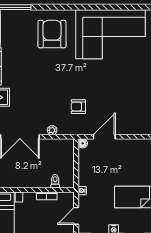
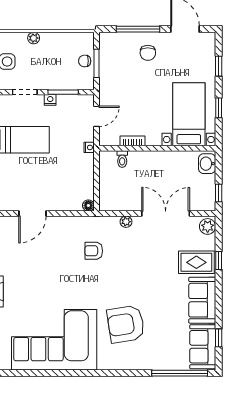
armchair: (52, 34) -> (126, 324), moved, turned 81
armchair: (78, 107) -> (94, 251), turned 180
door: (104, 137) -> (32, 214), moved

